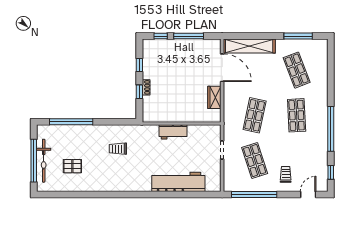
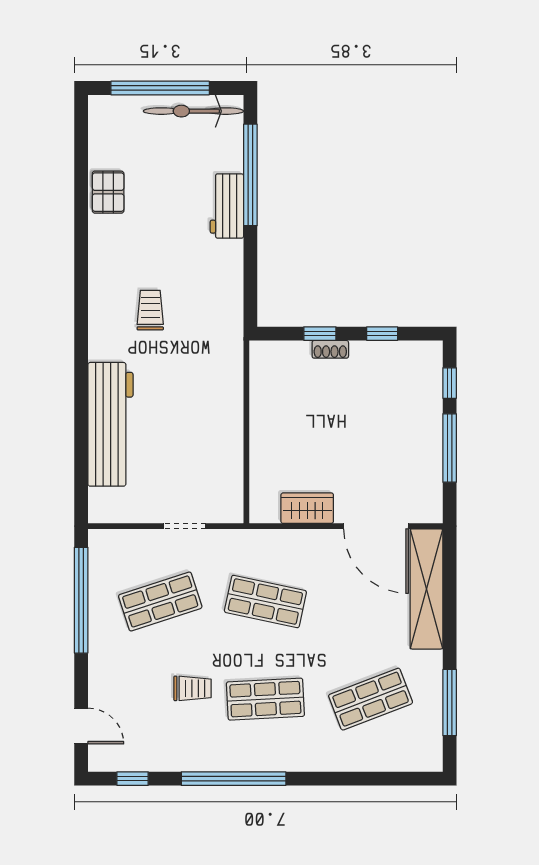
door: (222, 68) -> (376, 526), hinge flipped
workbench: (173, 132) -> (227, 206), moved
trolley: (118, 149) -> (150, 310), moved
bicycle: (44, 161) -> (193, 111), moved
pallet: (72, 166) -> (108, 192), moved
trolley: (286, 174) -> (192, 688), moved

